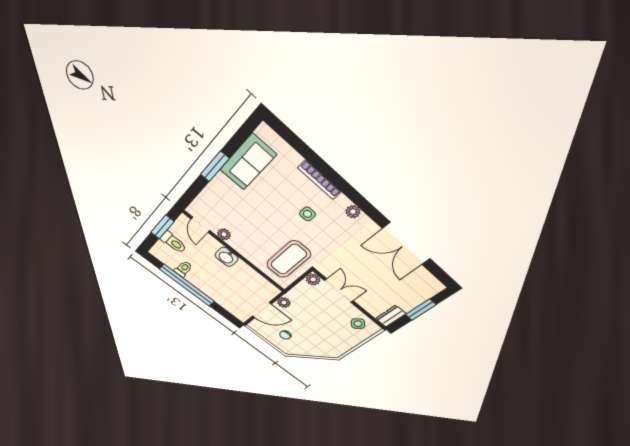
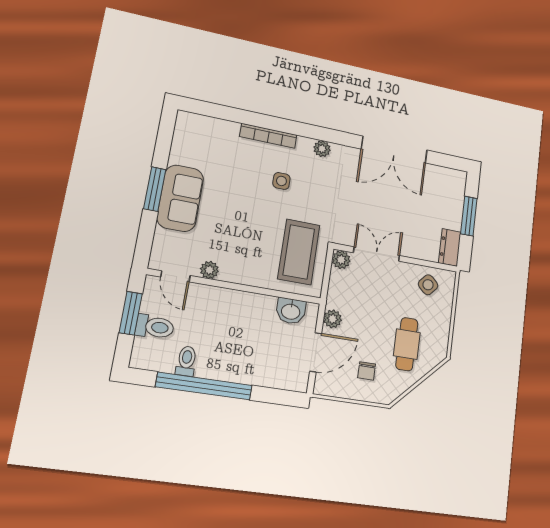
sofa: (248, 162) -> (180, 198), moved
washbasin: (227, 257) -> (291, 311), moved
cafe table: (319, 339) -> (407, 344), added

